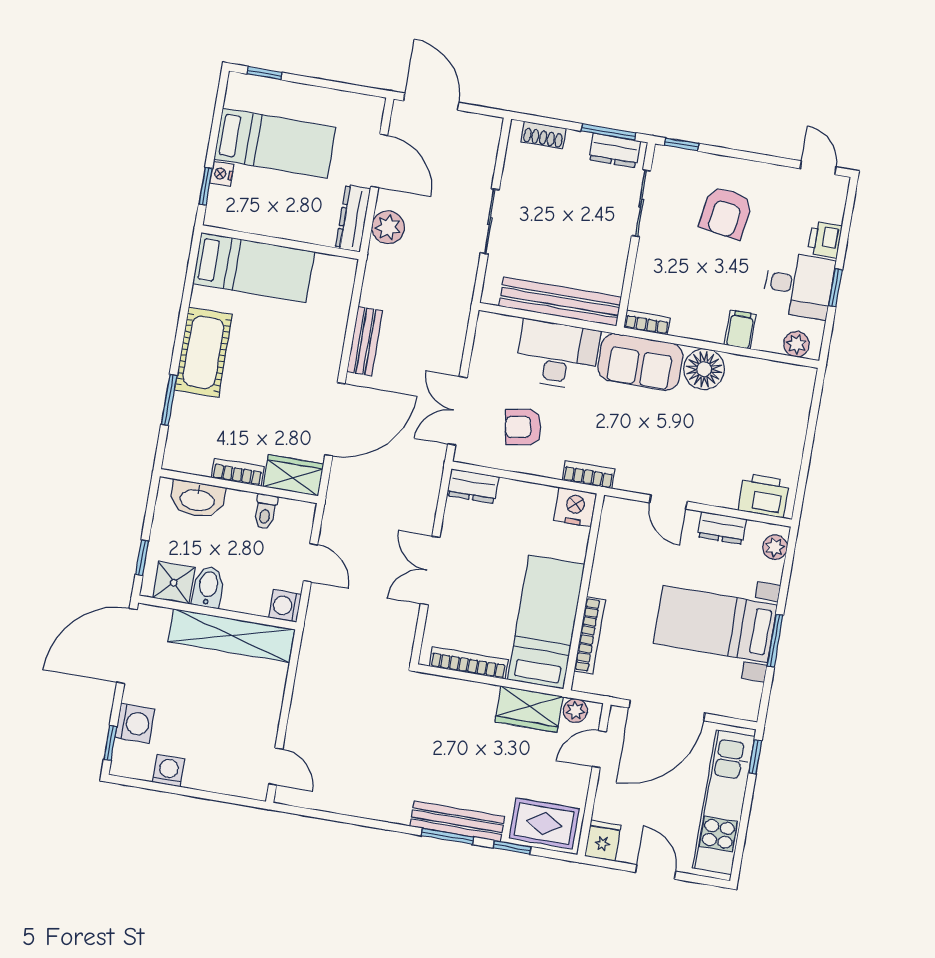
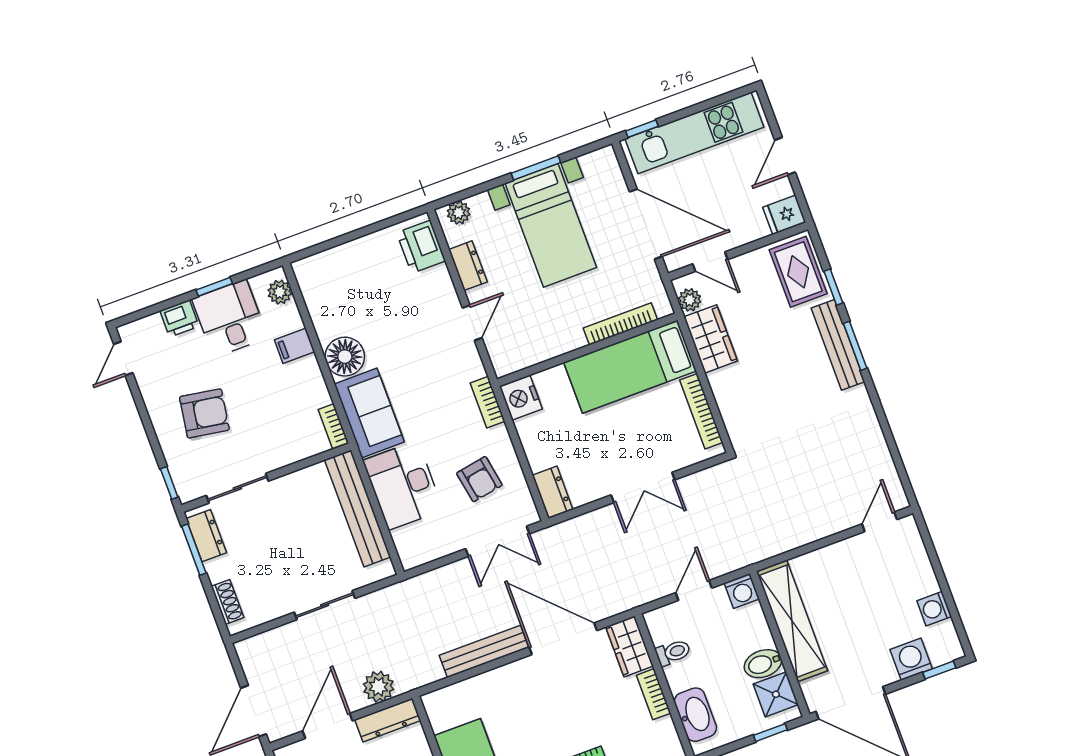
bench: (365, 341) -> (484, 651), width x1.36

